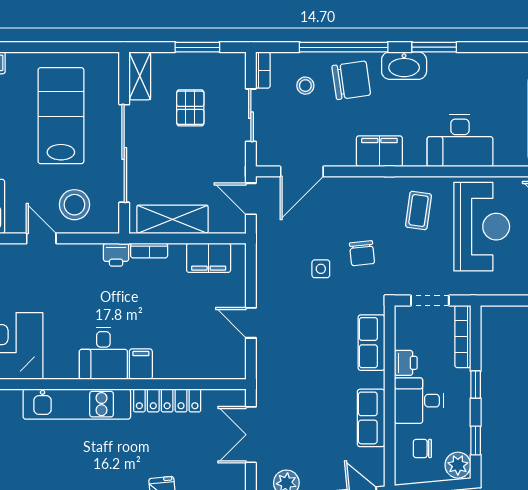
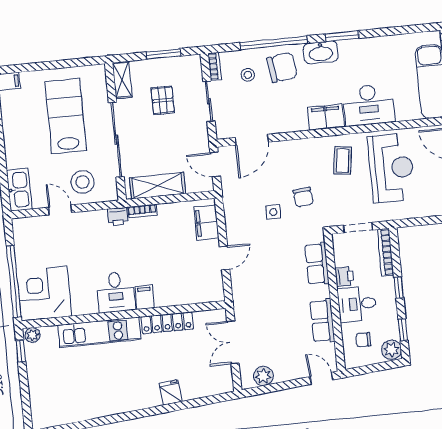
filing cabinet: (379, 151) -> (326, 117), moved
filing cabinet: (209, 258) -> (206, 223), moved, turned 90
door: (251, 323) -> (225, 258), swing flipped

